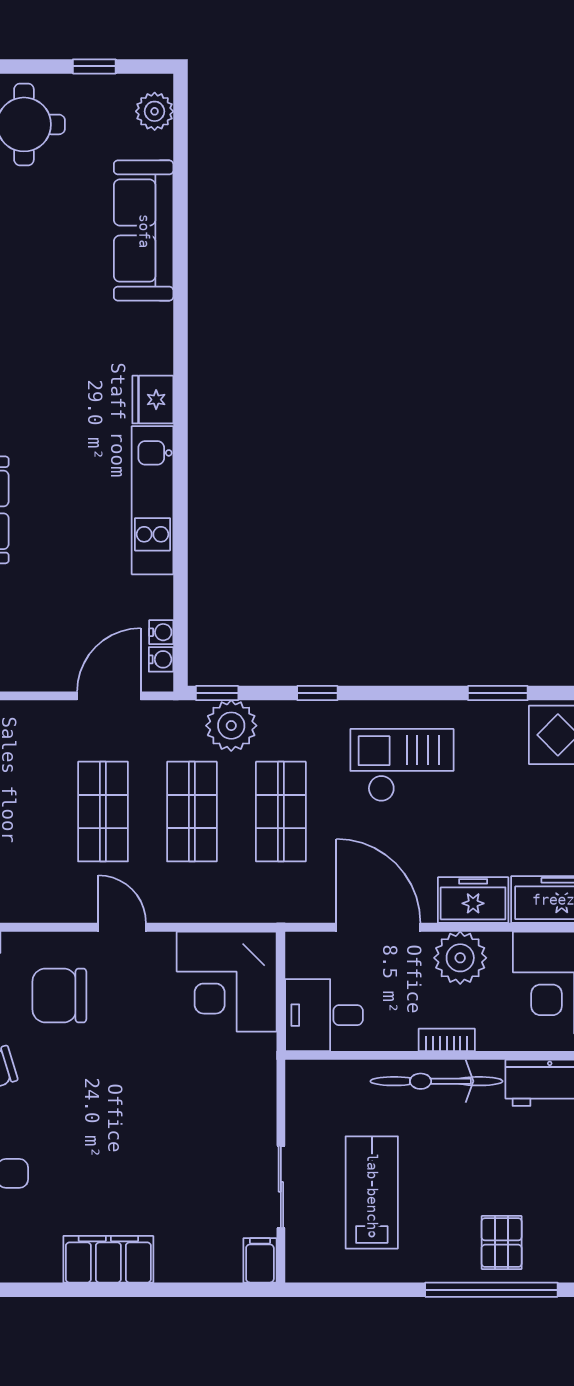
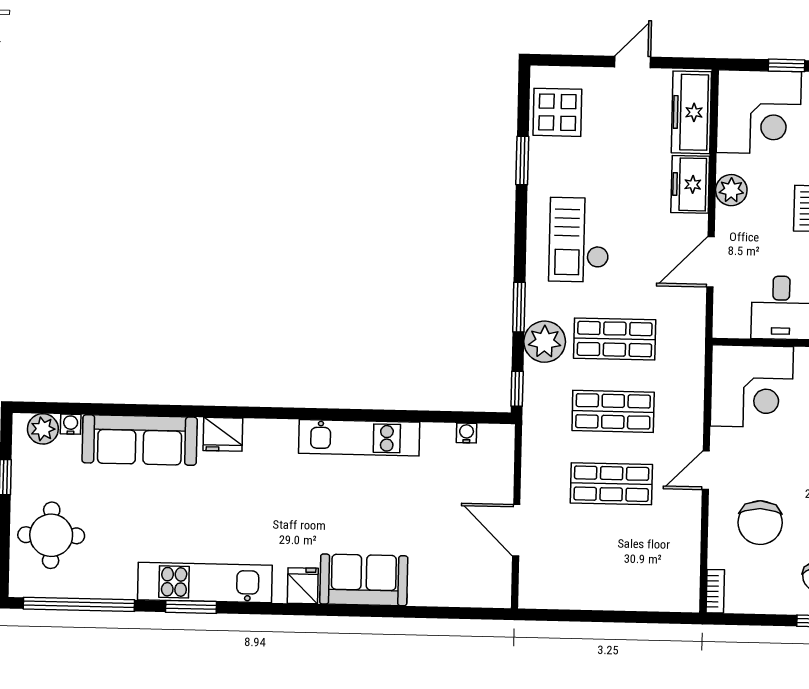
fridge: (153, 400) -> (223, 434), moved
water cooler: (161, 659) -> (71, 424), moved
window: (317, 693) -> (519, 307), width x1.50
door: (109, 696) -> (516, 530), moved
plant: (231, 726) -> (545, 342), moved
door: (378, 927) -> (711, 262), width x0.73
plant: (460, 958) -> (731, 190), width x0.73, depth x0.73

